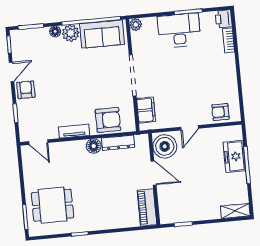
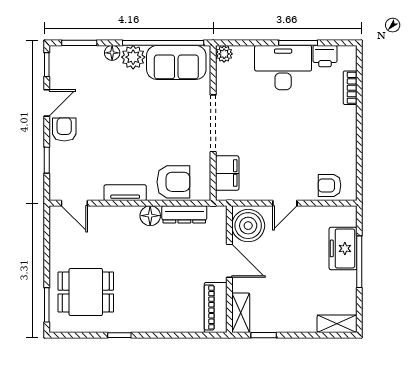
printer: (224, 19) -> (325, 56), moved, turned -90
shelving: (165, 210) -> (241, 313), added

